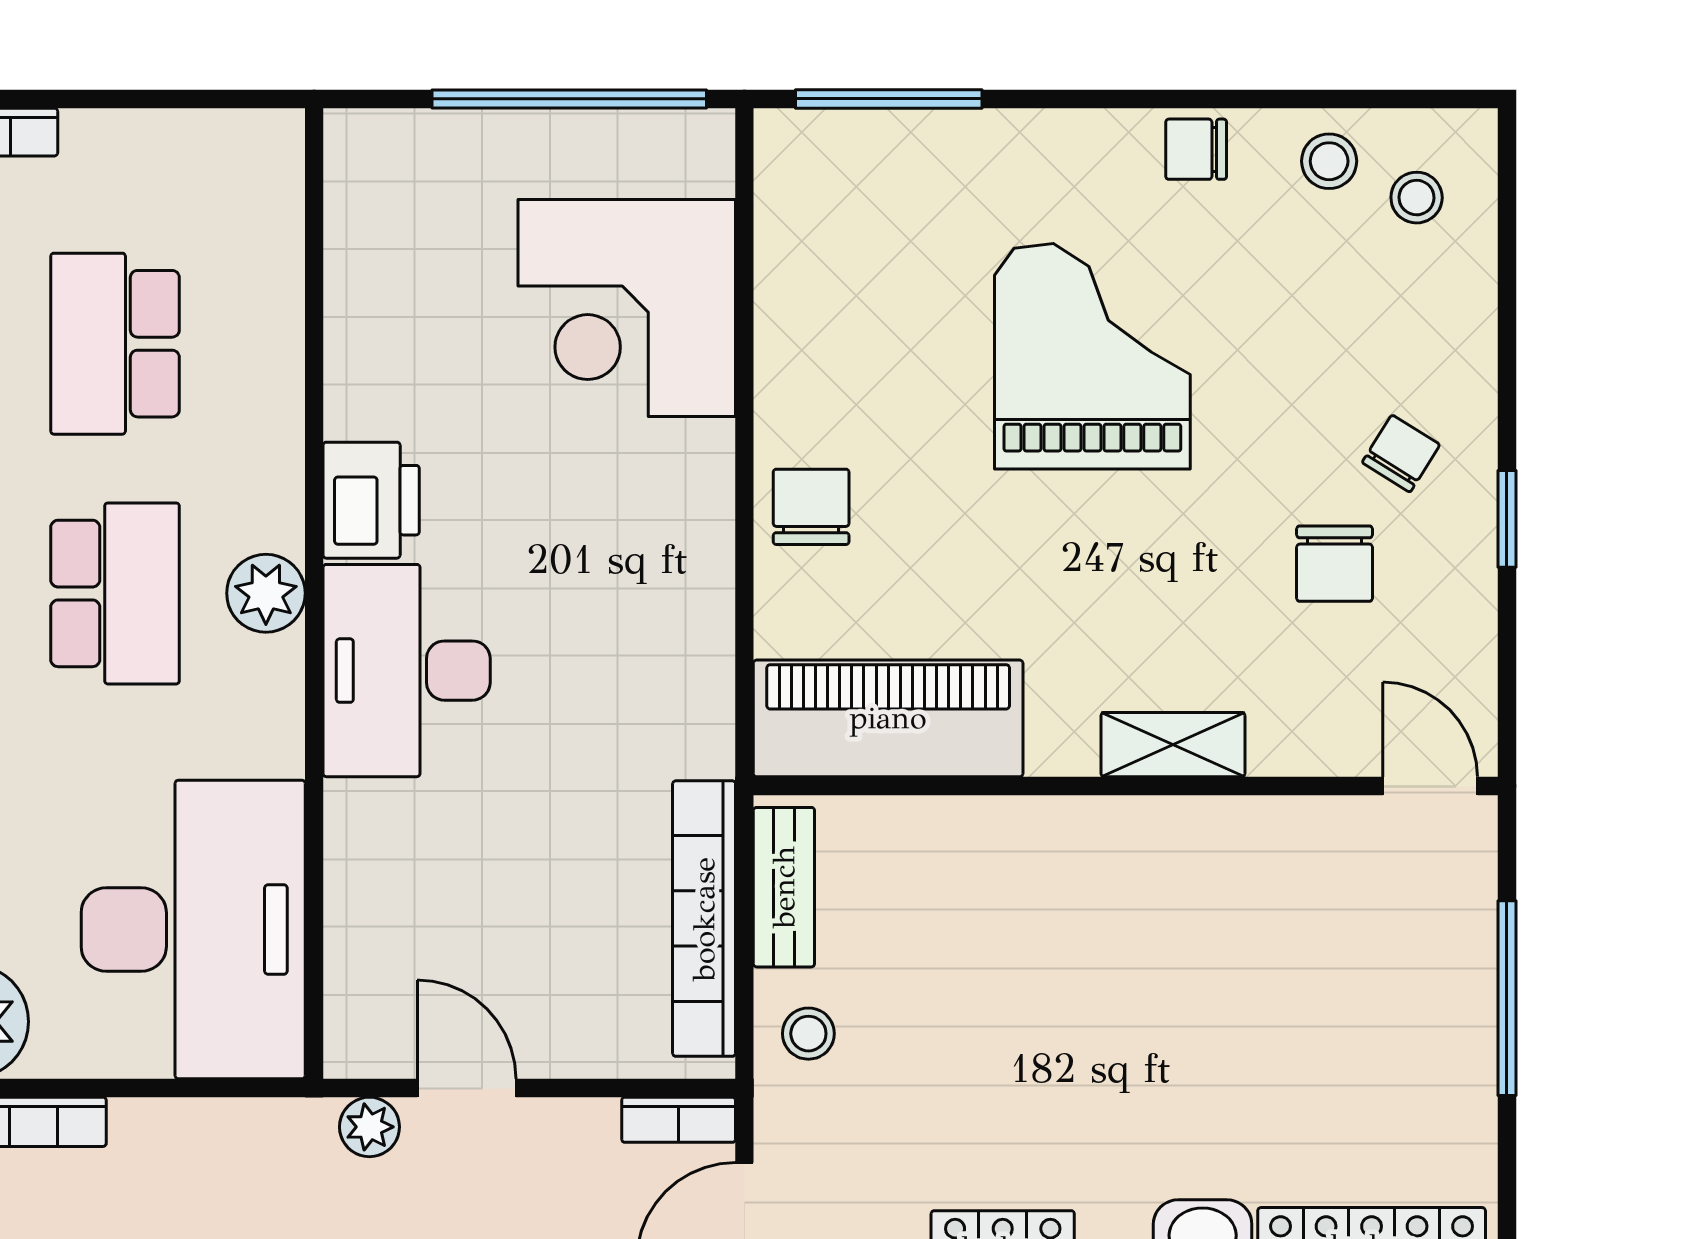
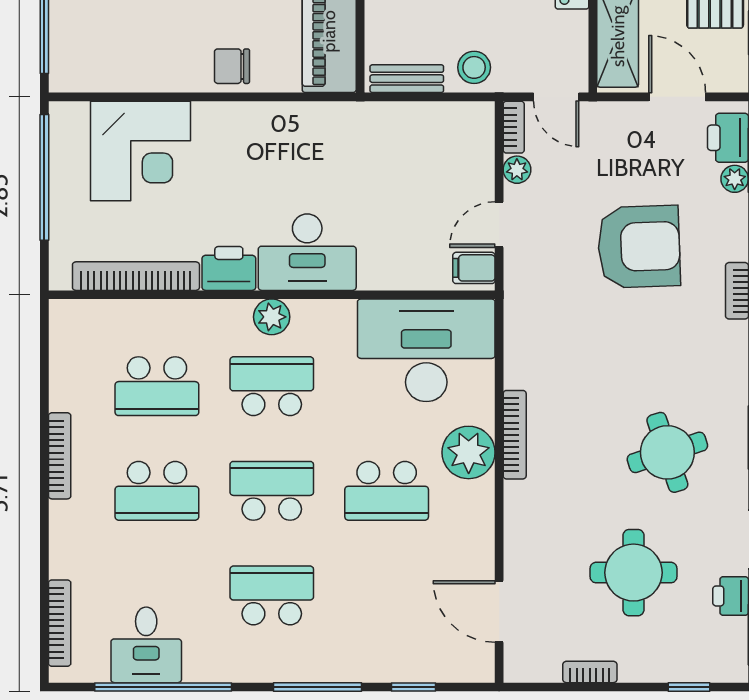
bookcase: (704, 919) -> (136, 276), moved, turned 180
filing cabinet: (372, 1033) -> (474, 268), added
stool: (808, 1034) -> (474, 67), width x1.37, depth x1.37
plant: (369, 1127) -> (517, 170), moved

